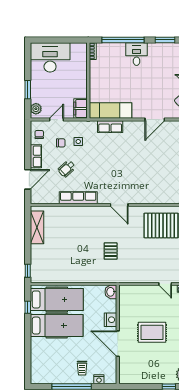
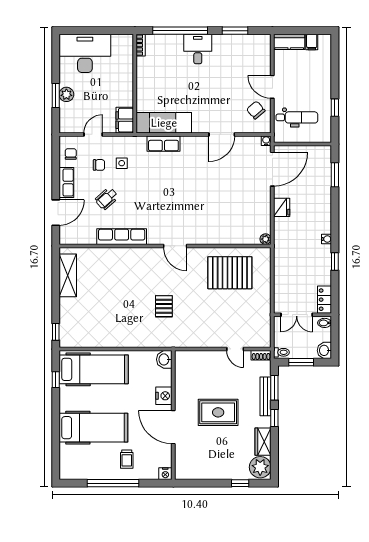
plant: (36, 109) -> (66, 94), moved
hospital bed: (57, 326) -> (93, 428), moved
nightstand: (99, 379) -> (165, 474), moved

